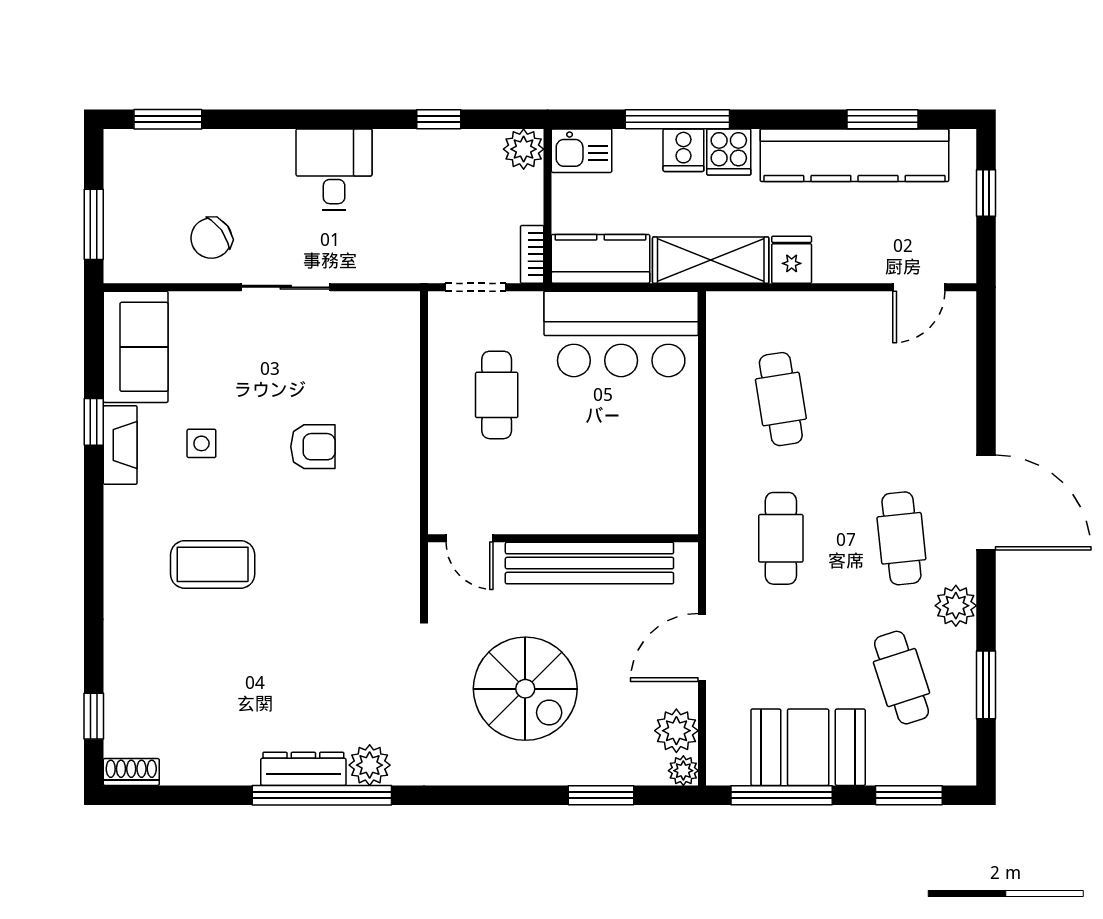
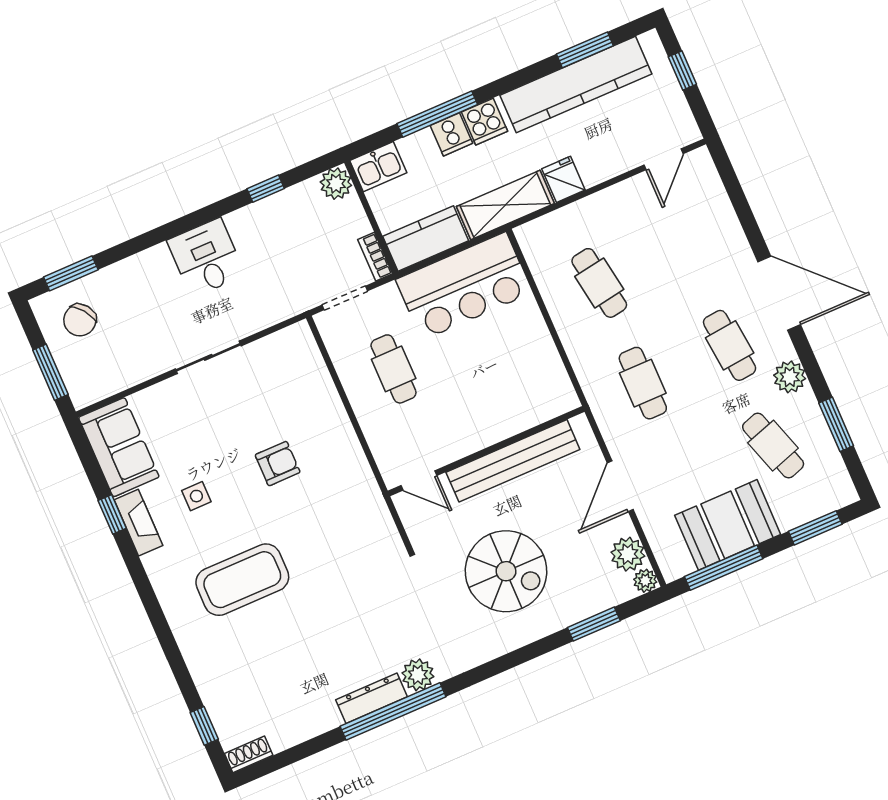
chair: (211, 238) -> (80, 320), moved
coffee table: (213, 564) -> (242, 580), width x1.36, depth x1.32

